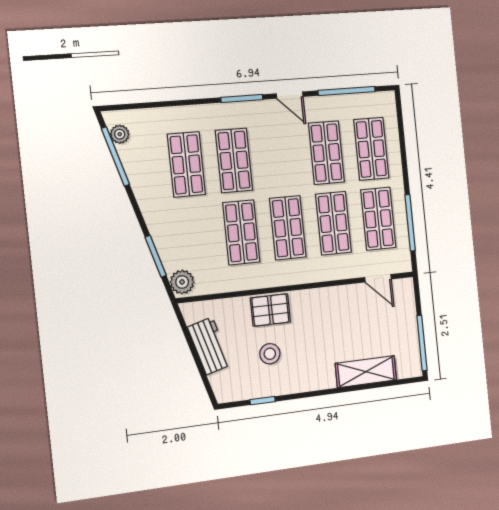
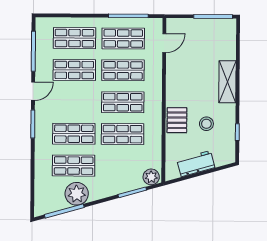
plant: (120, 134) -> (77, 194), moved, width x1.87, depth x1.87
shelving: (366, 372) -> (227, 82), moved

